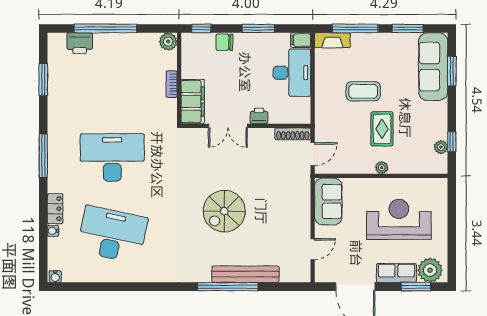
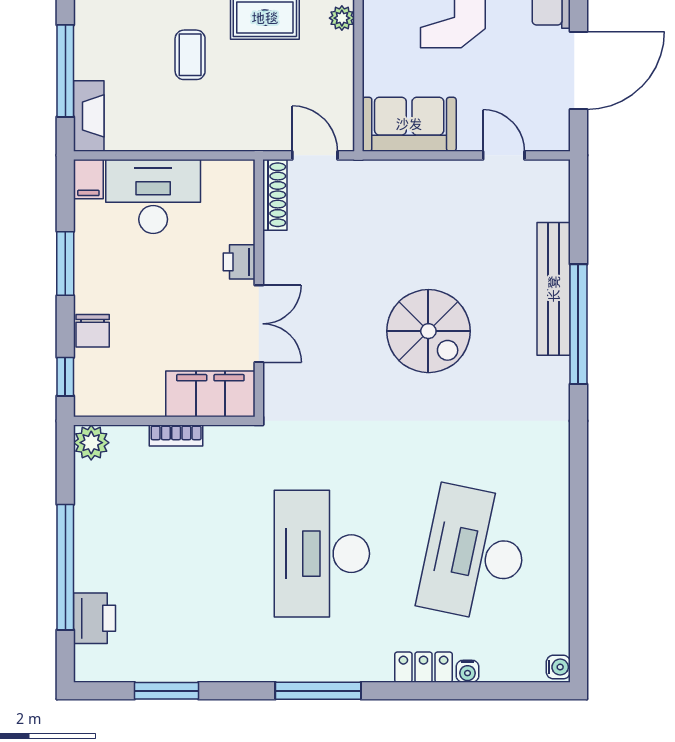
coffee table: (363, 91) -> (190, 55), width x0.73, depth x0.77

